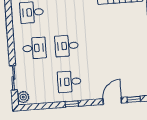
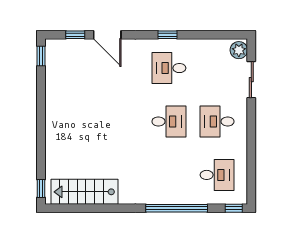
desk: (69, 82) -> (169, 68), turned 180
door: (112, 101) -> (107, 35), hinge flipped

